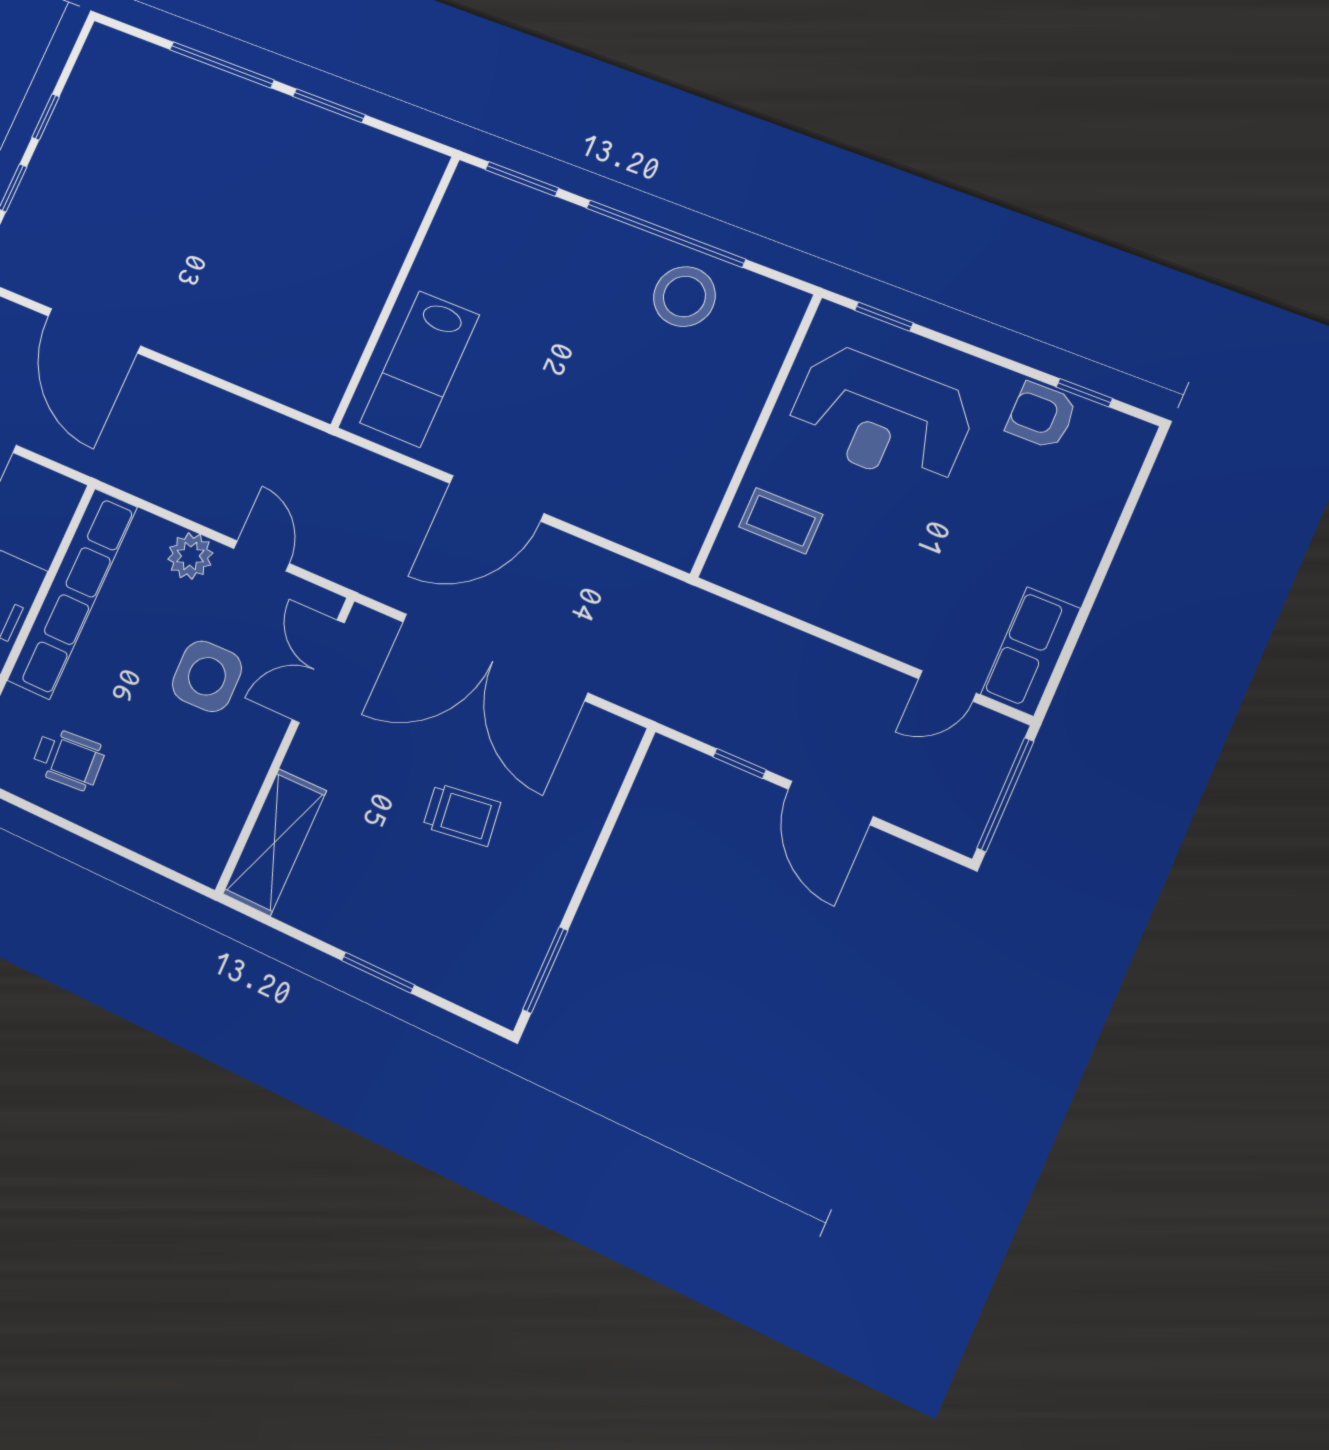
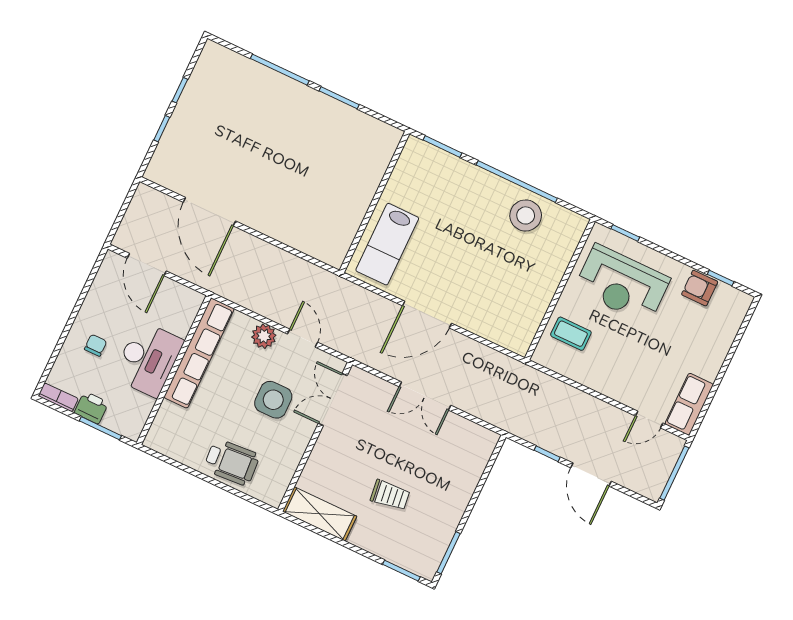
double door: (495, 657) -> (425, 396), width x0.54
wheelchair: (68, 759) -> (232, 462), moved, width x1.36, depth x1.37
trolley: (462, 815) -> (390, 495), moved
shelving: (275, 842) -> (320, 514), moved, turned 90
window: (378, 973) -> (401, 571), moved

